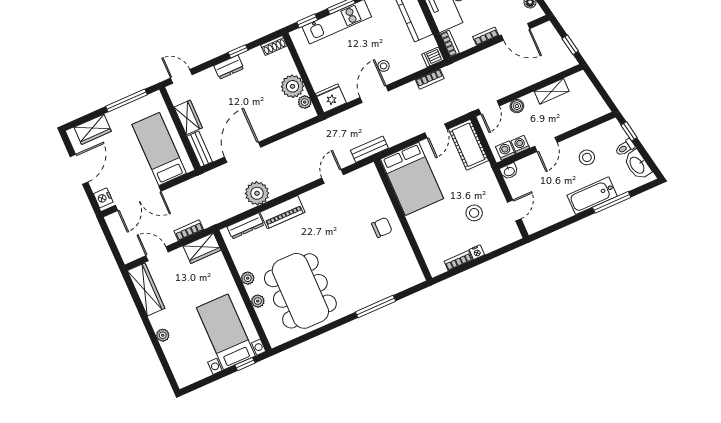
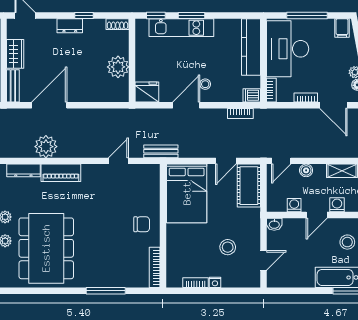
plant: (305, 102) -> (123, 85), removed
washing machine: (505, 151) -> (337, 205), moved
bookcase: (413, 263) -> (155, 267), added

